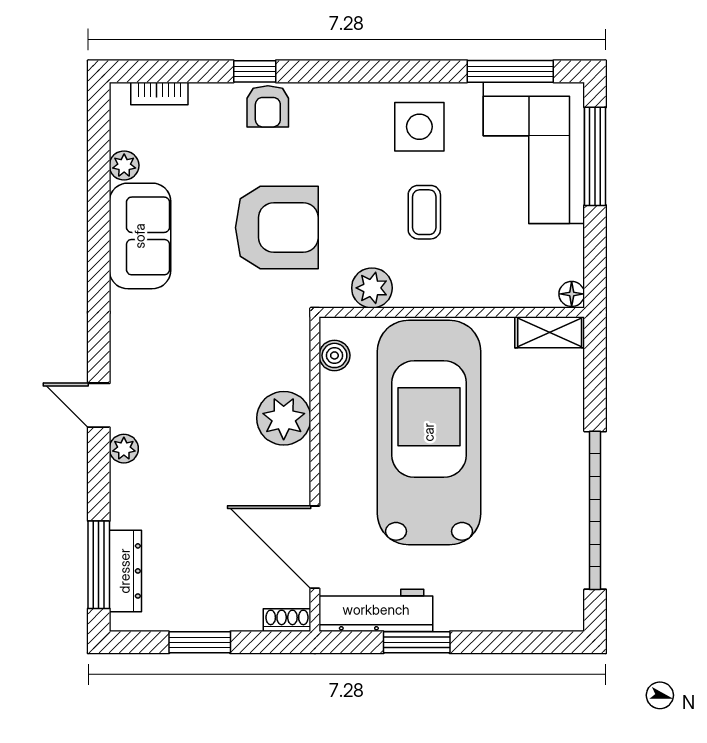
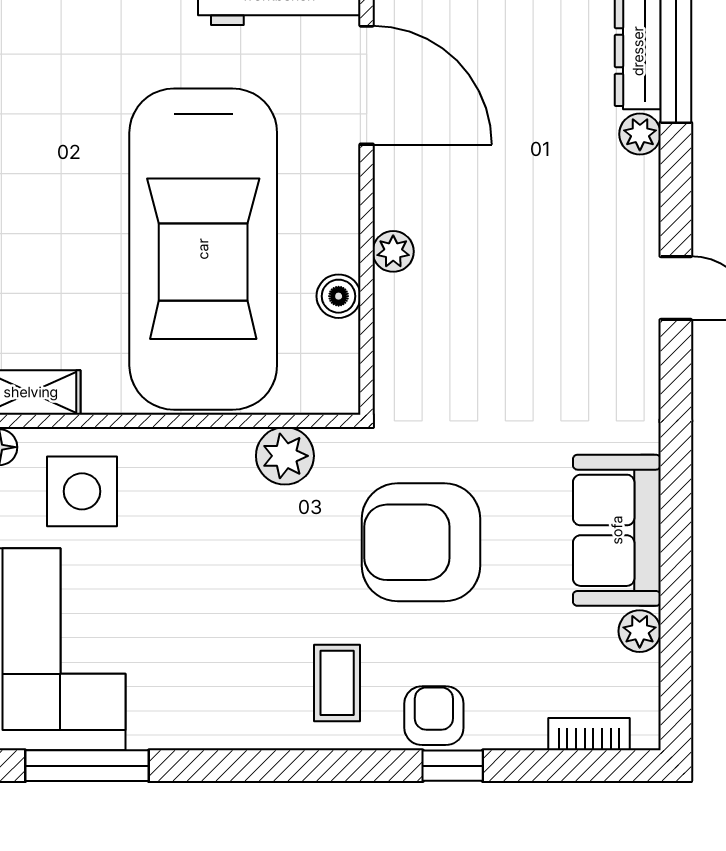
side table: (419, 127) -> (82, 491), moved
coffee table: (424, 212) -> (337, 683), moved
boiler: (334, 355) -> (339, 296), moved
plant: (284, 418) -> (393, 251), width x0.53, depth x0.53
plant: (124, 449) -> (640, 134), moved

